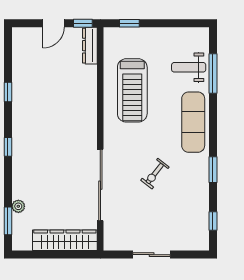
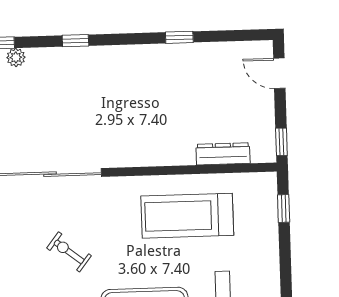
door: (54, 23) -> (279, 73), moved
dresser: (90, 46) -> (223, 154), moved
window: (8, 147) -> (75, 41), moved

